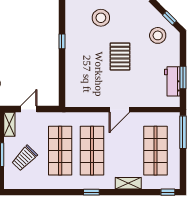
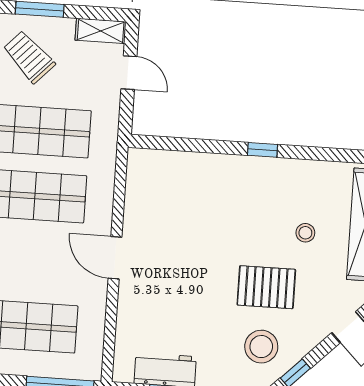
stool: (101, 18) -> (305, 233), width x0.53, depth x0.53
pallet: (120, 57) -> (266, 287), moved

